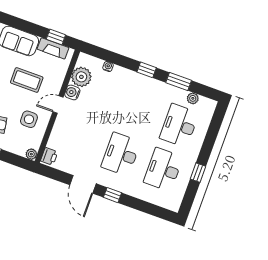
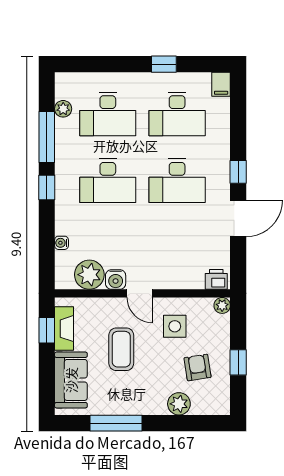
window: (179, 81) -> (47, 137), width x1.44
desk: (137, 110) -> (108, 181), added
filing cabinet: (172, 204) -> (221, 84), added

